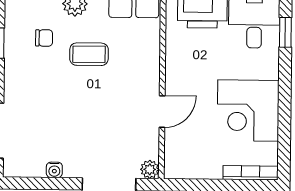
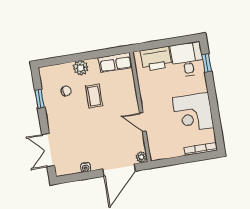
coffee table: (89, 54) -> (94, 96), turned 90
door: (162, 112) -> (143, 122), swing flipped

